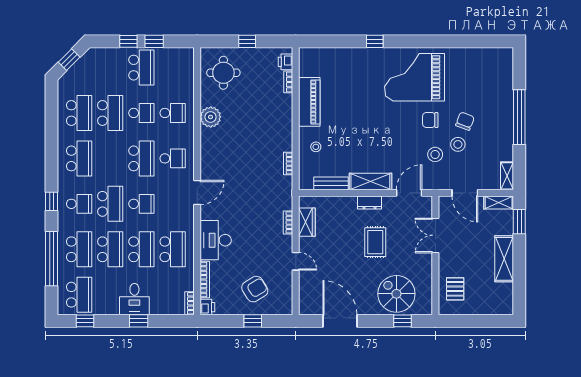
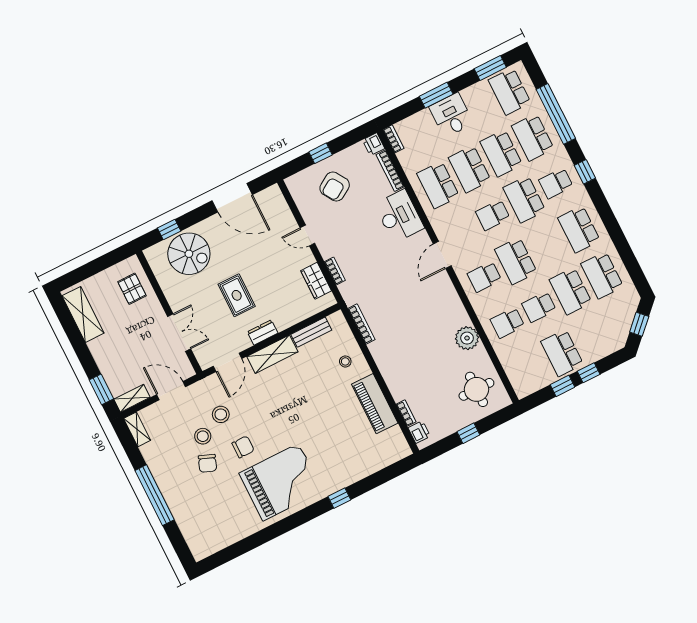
bookcase: (288, 164) -> (361, 324), width x1.56
shelving: (504, 259) -> (83, 314), moved
window: (85, 321) -> (490, 68), width x1.50
window: (139, 321) -> (436, 95), width x1.50

